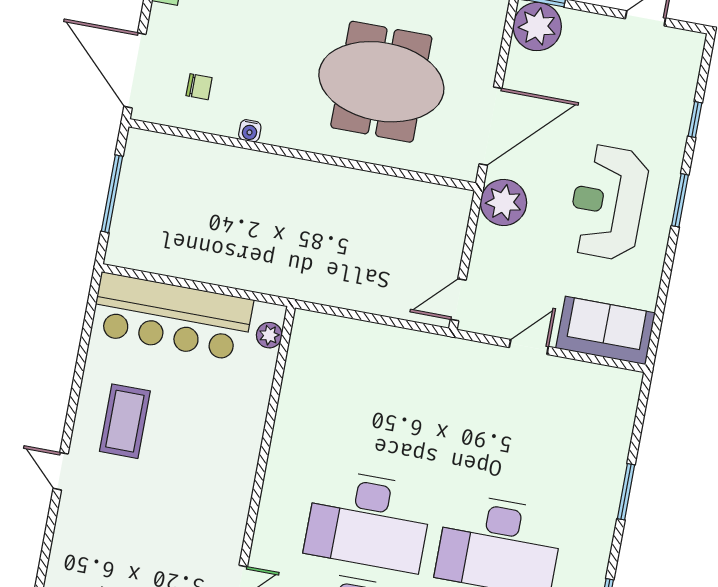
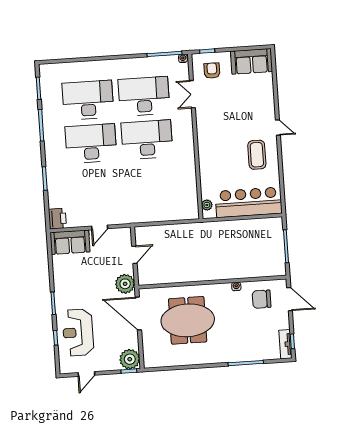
door: (135, 70) -> (290, 299), width x0.73
chair: (199, 87) -> (262, 299), width x1.87, depth x1.87
door: (490, 126) -> (138, 314), hinge flipped
reception desk: (608, 202) -> (78, 332), moved, turned 180
door: (458, 300) -> (134, 255), moved
printer: (621, 392) -> (57, 219), added

